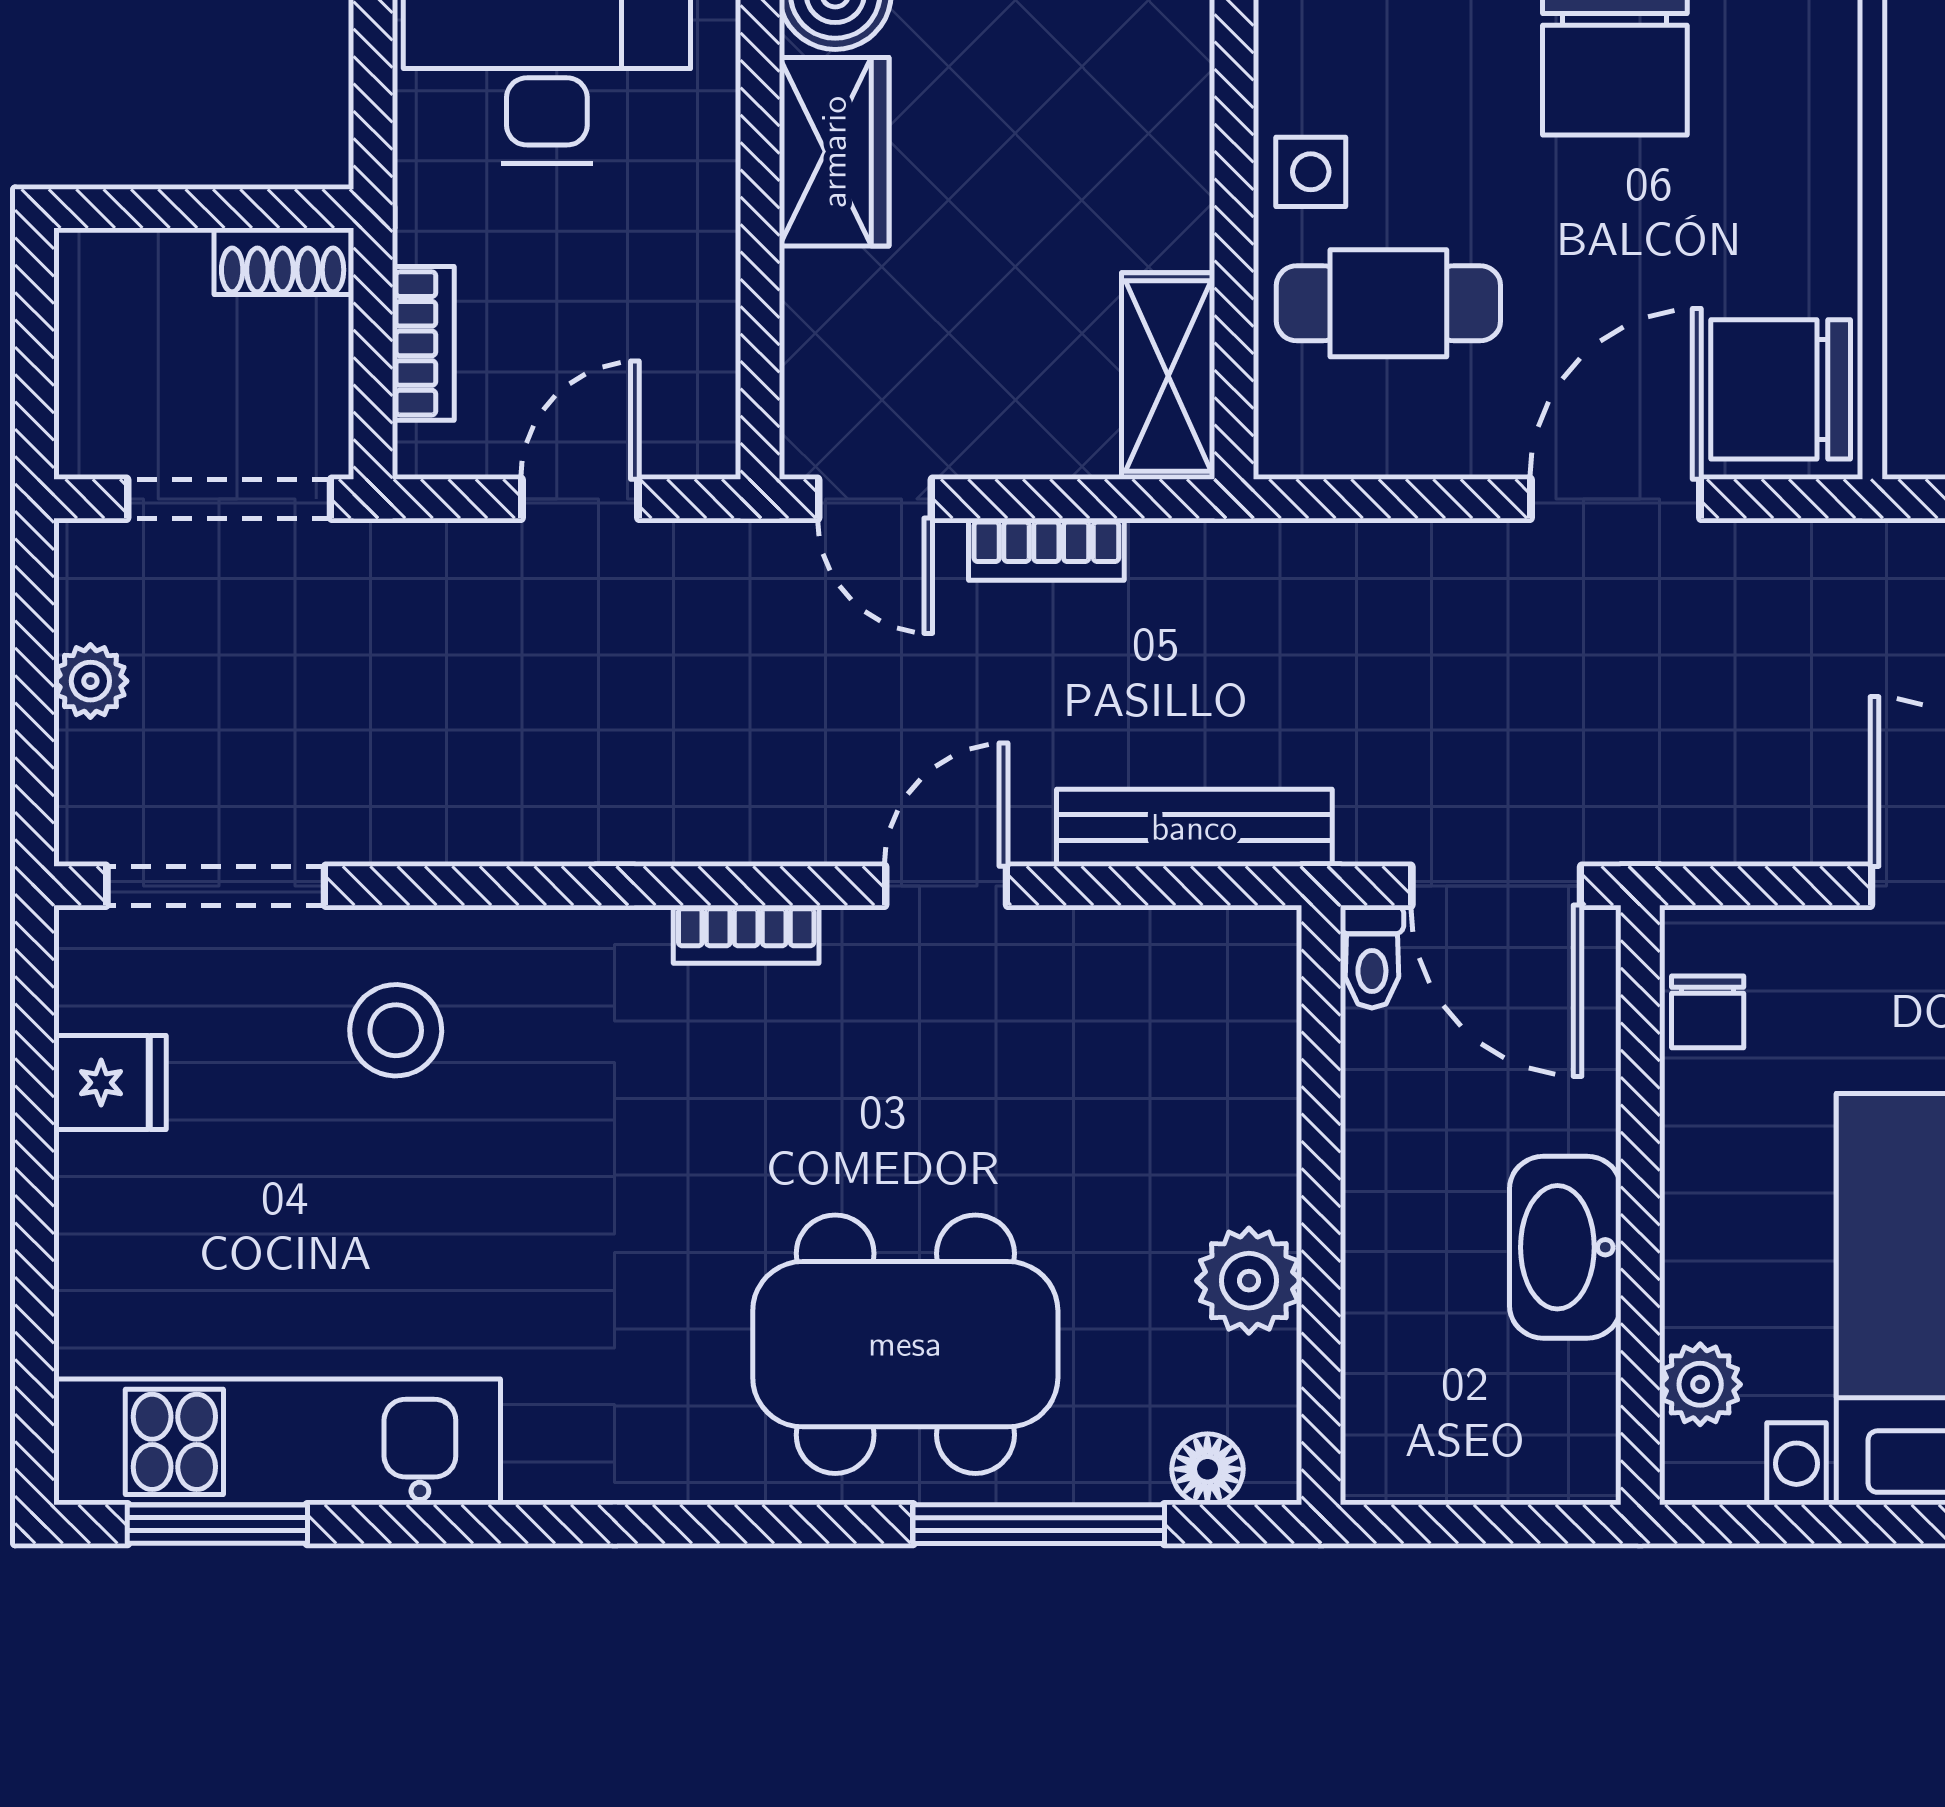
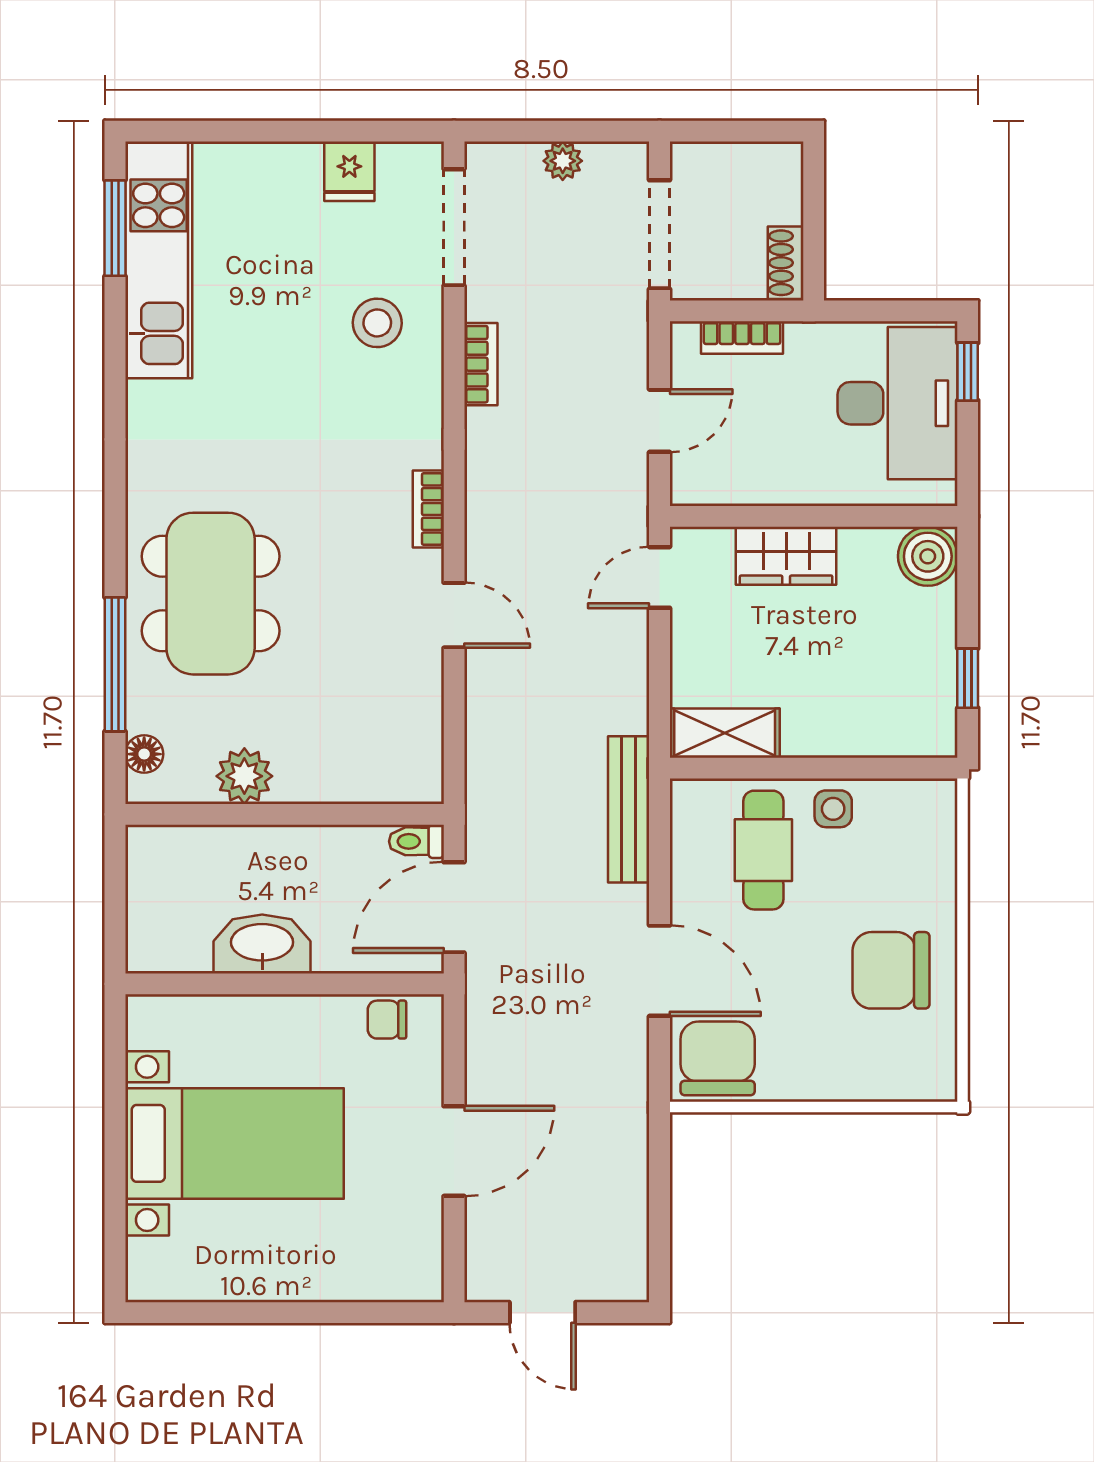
wardrobe: (834, 152) -> (786, 556), moved
door: (580, 499) -> (660, 421), hinge flipped
bookcase: (1046, 549) -> (481, 364), moved, turned 180
bench: (1194, 828) -> (629, 809), moved
plant: (1700, 1384) -> (189, 1016), removed

